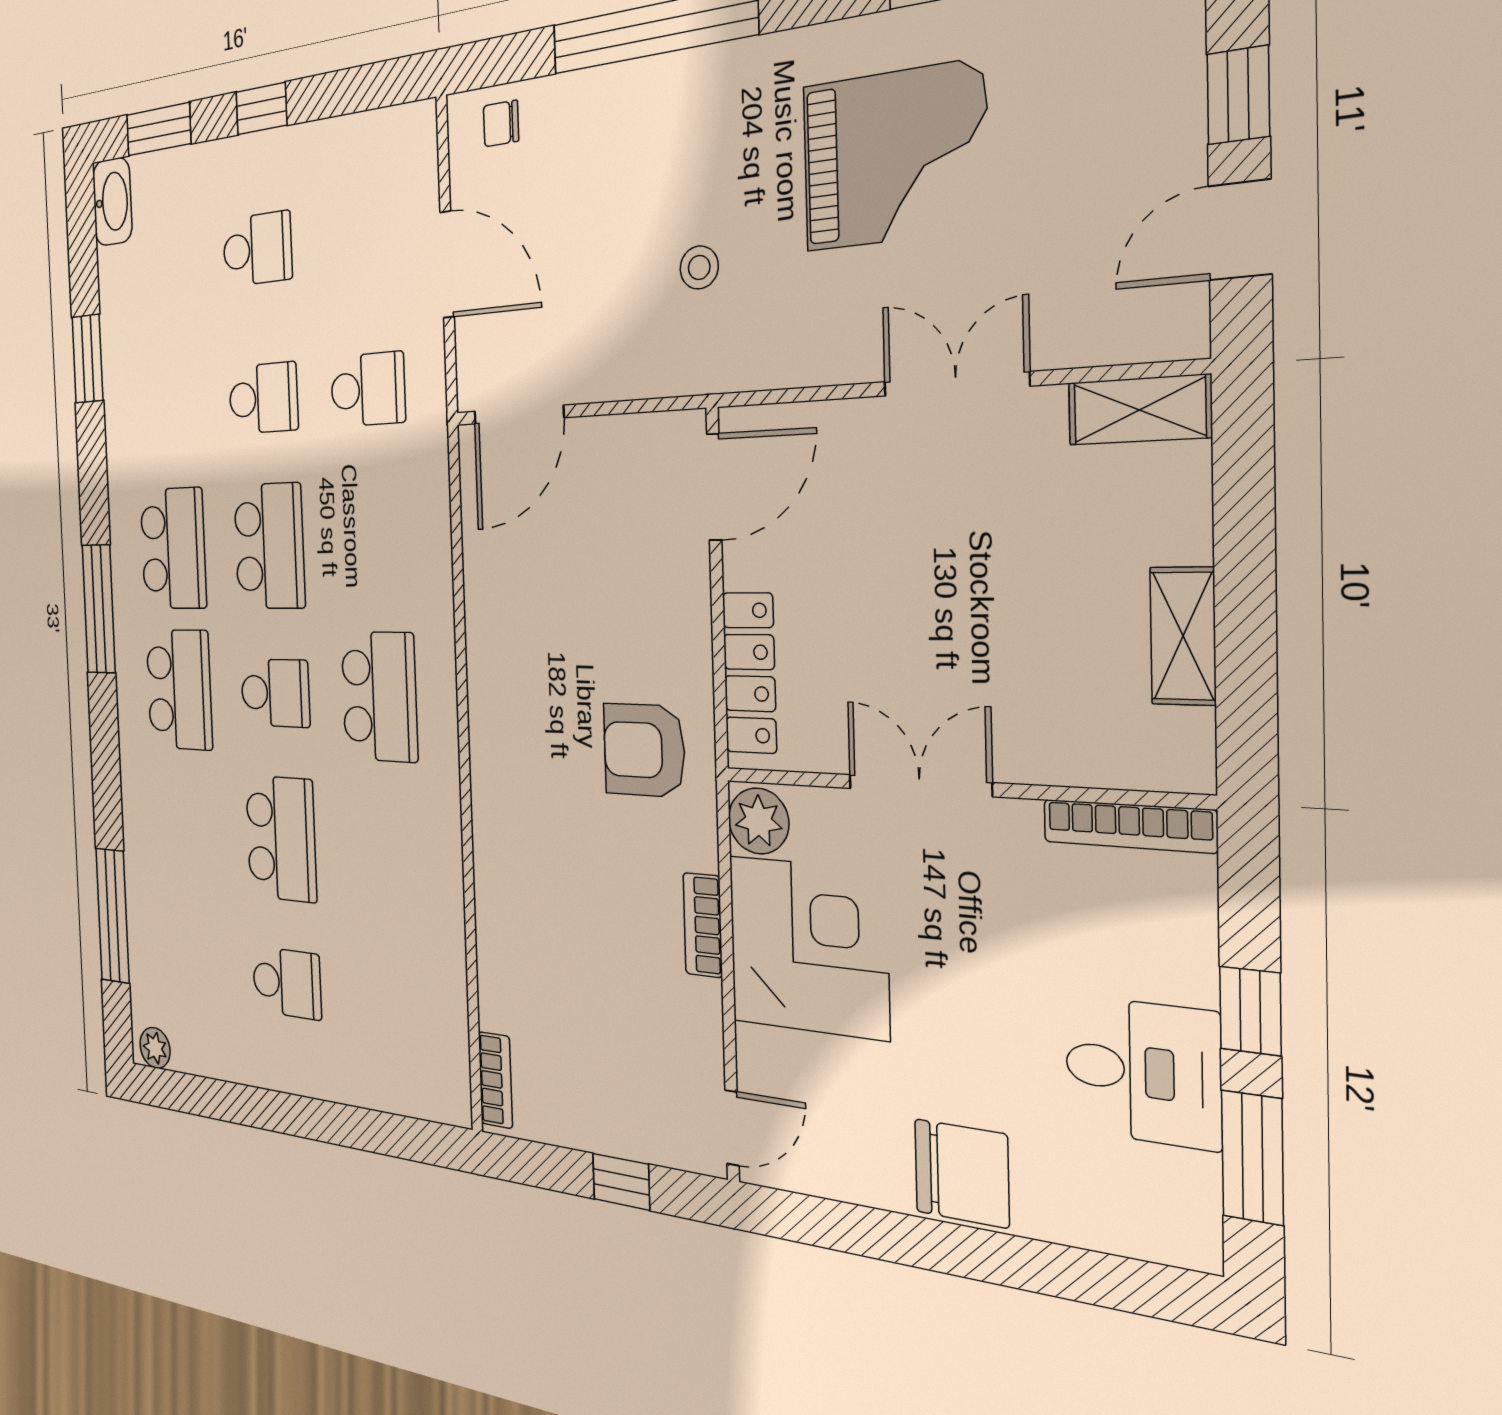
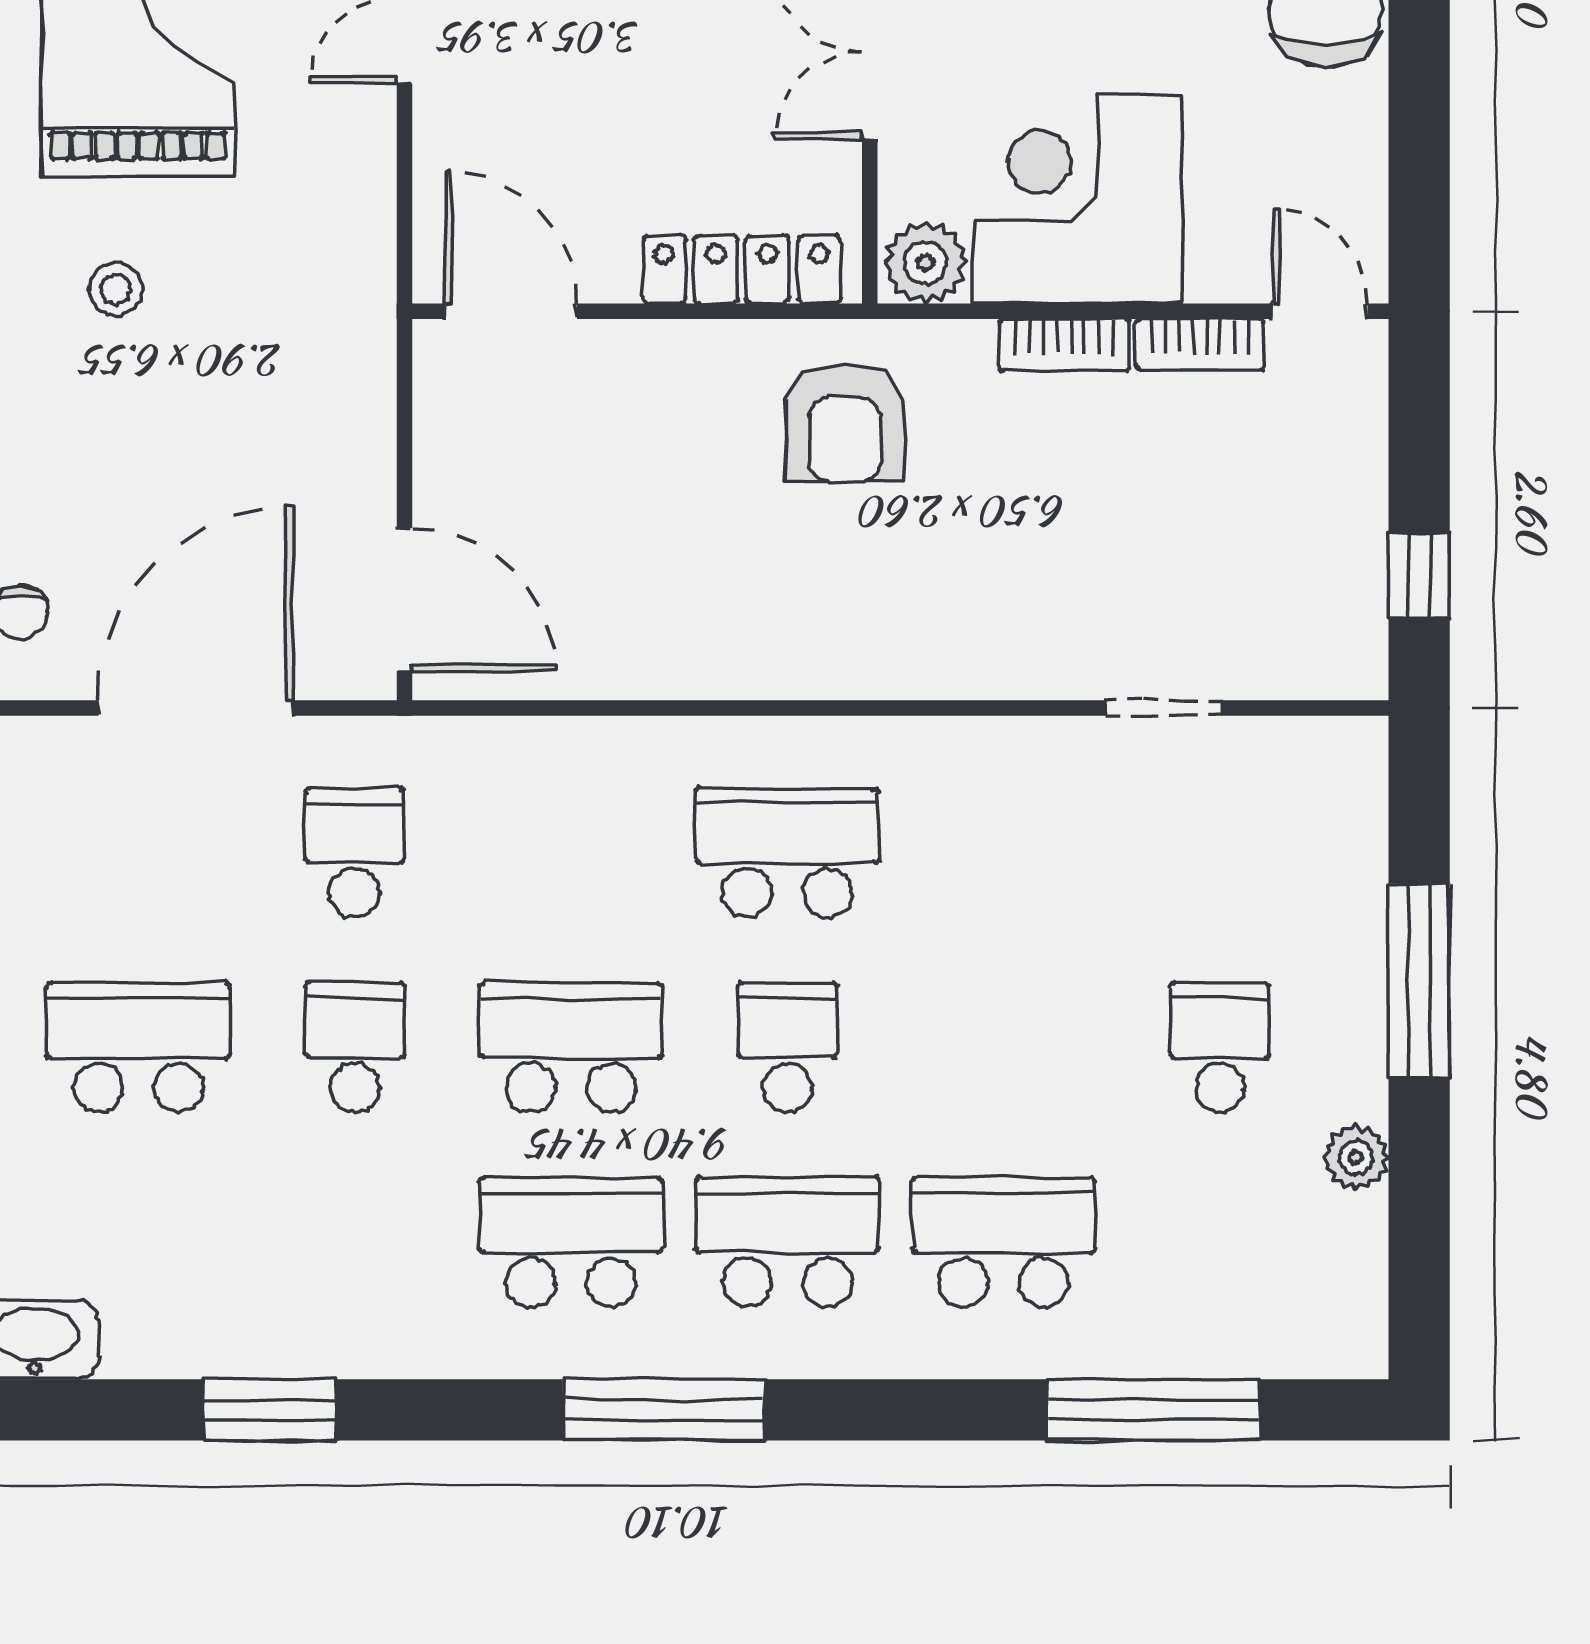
school desk: (257, 249) -> (138, 1047), width x1.85
door: (447, 264) -> (196, 708), width x1.36
stool: (699, 267) -> (116, 289), moved
school desk: (281, 838) -> (1003, 1242), moved
doorway: (472, 971) -> (1163, 708), added
plant: (155, 1048) -> (1356, 1158), moved
bookcase: (495, 1080) -> (1200, 345), moved, turned 180
window: (327, 1122) -> (1419, 980), added
window: (621, 1182) -> (1419, 576), moved

